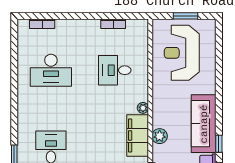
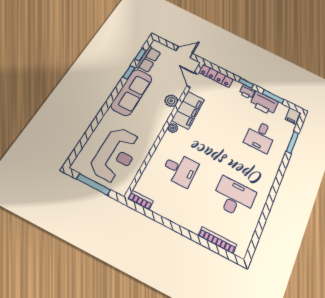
window: (186, 16) -> (93, 184), width x1.44
bookcase: (42, 24) -> (217, 240), width x1.56
bookcase: (113, 24) -> (140, 200), moved

